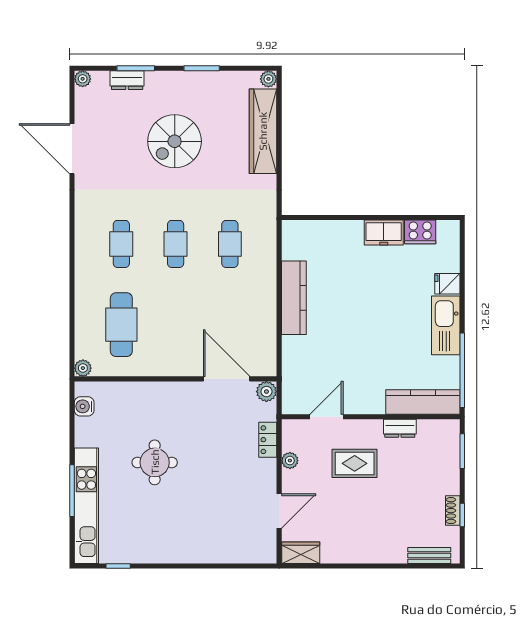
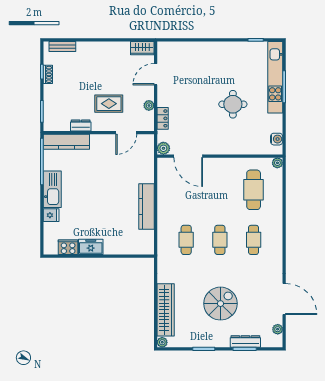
plant: (83, 79) -> (278, 329), moved
dresser: (127, 80) -> (245, 342), width x1.44

